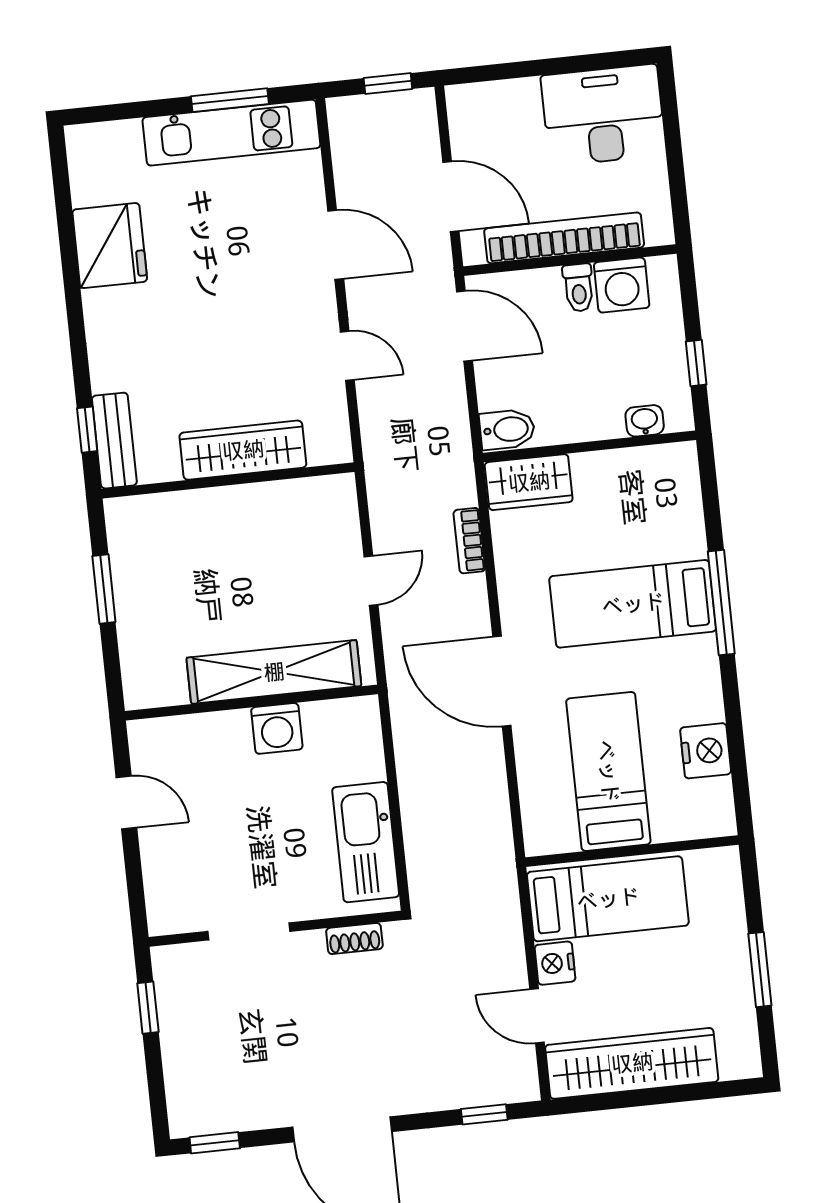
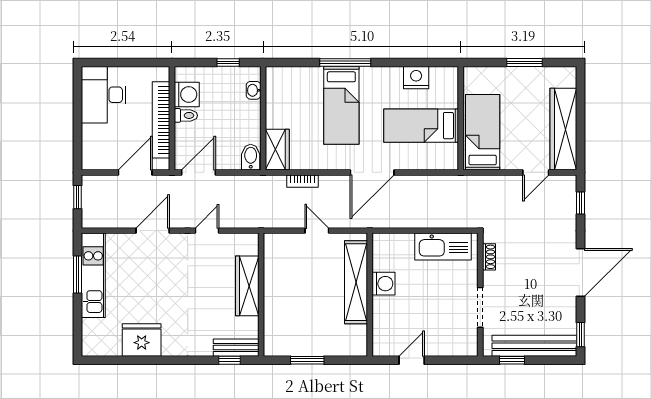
nightstand: (555, 963) -> (511, 161), removed
bench: (182, 1051) -> (534, 346), added

